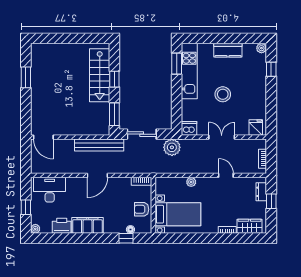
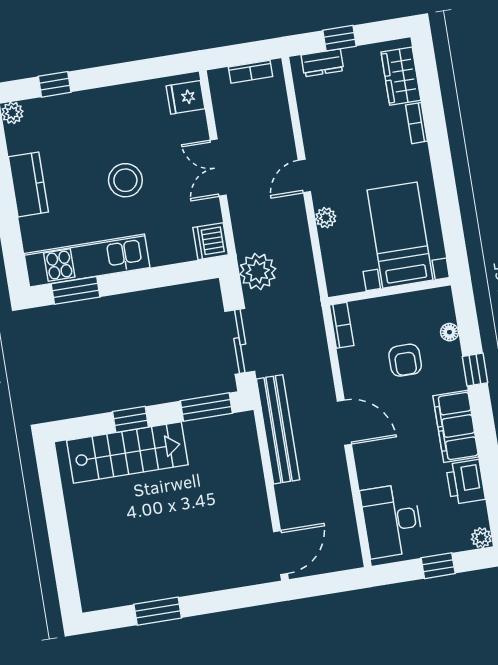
door: (226, 175) -> (304, 176), moved
armchair: (142, 209) -> (405, 360), moved
window: (126, 238) -> (475, 370), moved

